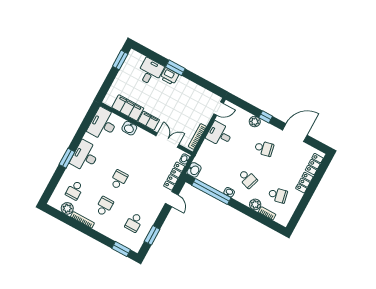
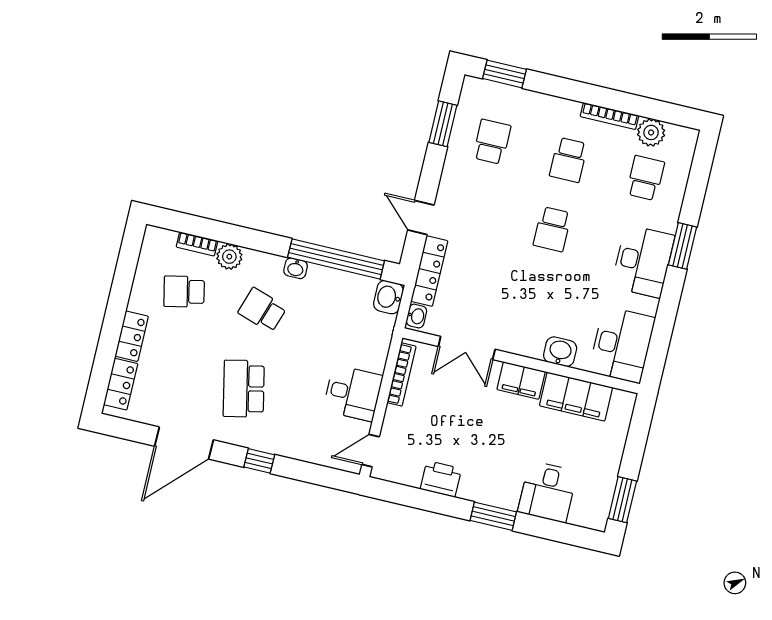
printer: (169, 76) -> (441, 479), moved
plant: (255, 122) -> (281, 443), removed
school desk: (264, 148) -> (244, 389), width x1.85

